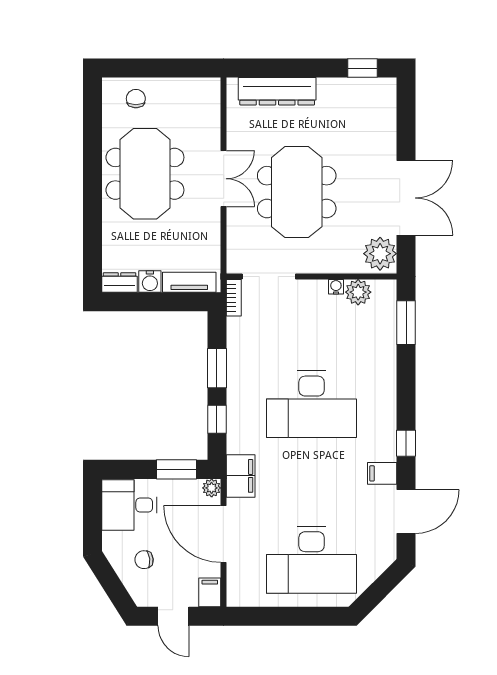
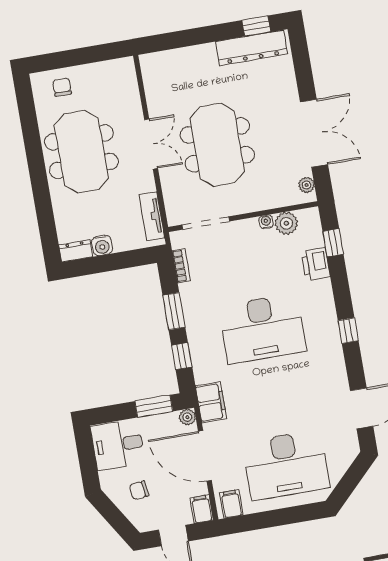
dresser: (277, 91) -> (252, 48), moved
plant: (380, 254) -> (307, 185), width x0.53, depth x0.53
tv unit: (189, 282) -> (152, 216), moved, turned -90
bookcase: (234, 298) -> (181, 266), moved
window: (406, 323) -> (333, 243), width x0.67
printer: (383, 343) -> (316, 264), added
window: (406, 443) -> (348, 331), moved
filing cabinet: (382, 473) -> (231, 504), moved, turned 90

